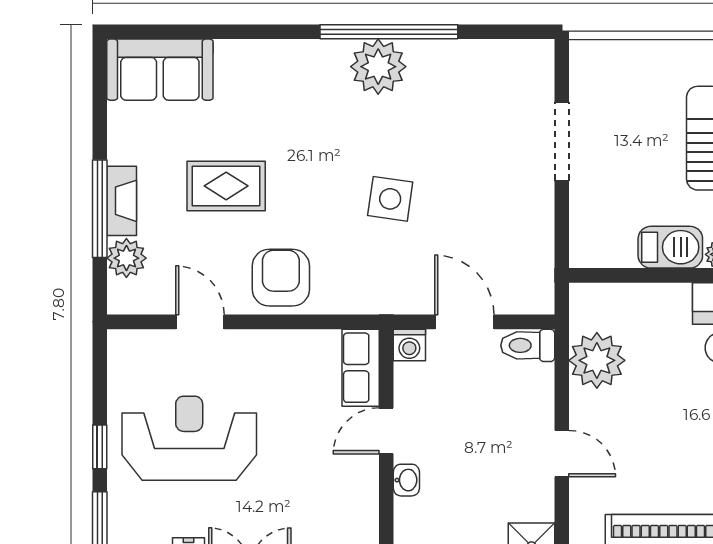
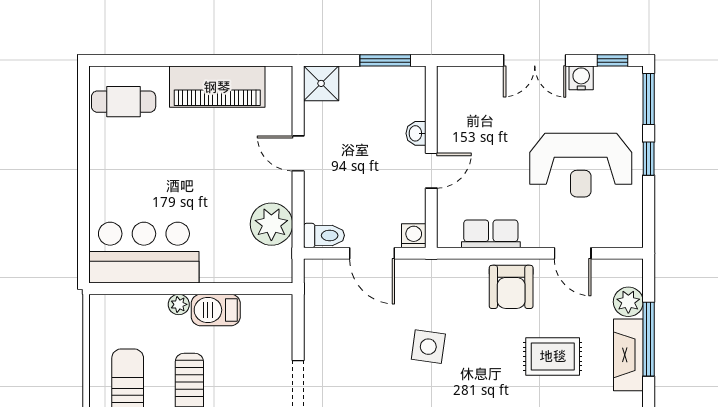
fireplace: (122, 201) -> (628, 355), width x1.37, depth x1.32
row of seats: (361, 368) -> (491, 234), moved, turned -90

